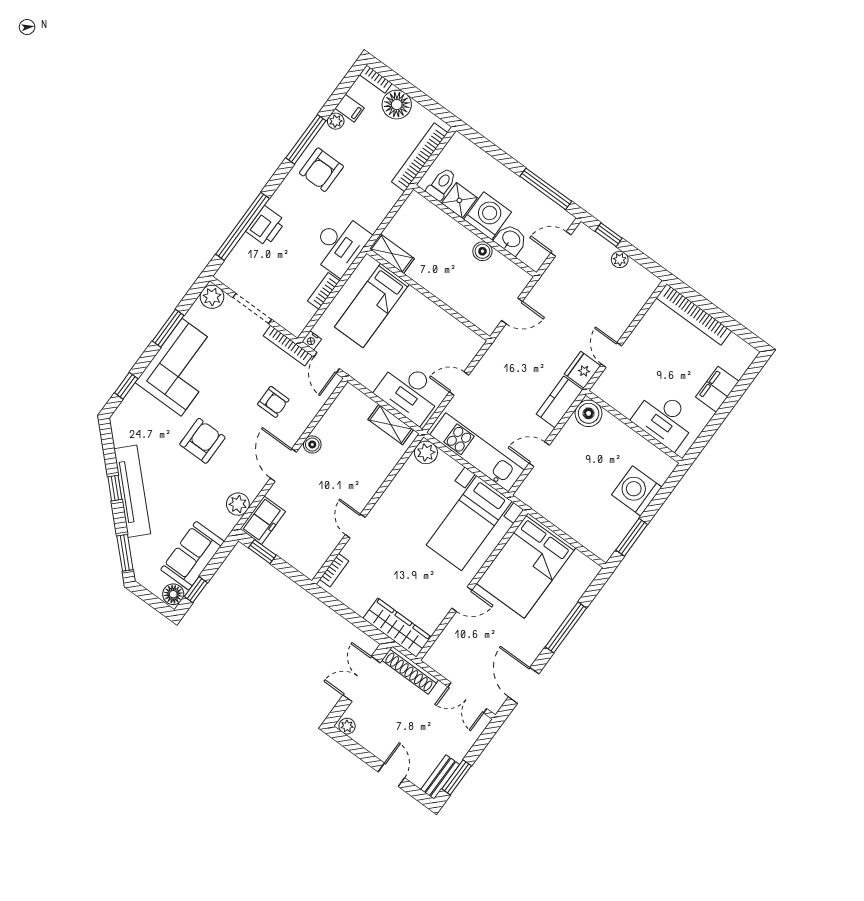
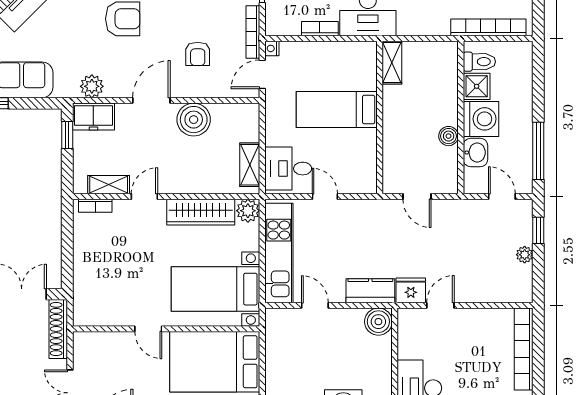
bed: (372, 306) -> (337, 110), moved
desk: (409, 392) -> (288, 169), width x0.73
boiler: (312, 444) -> (194, 120), width x1.86, depth x1.86
shelving: (325, 547) -> (109, 185), added
wardrobe: (397, 628) -> (201, 212), moved, turned 90

